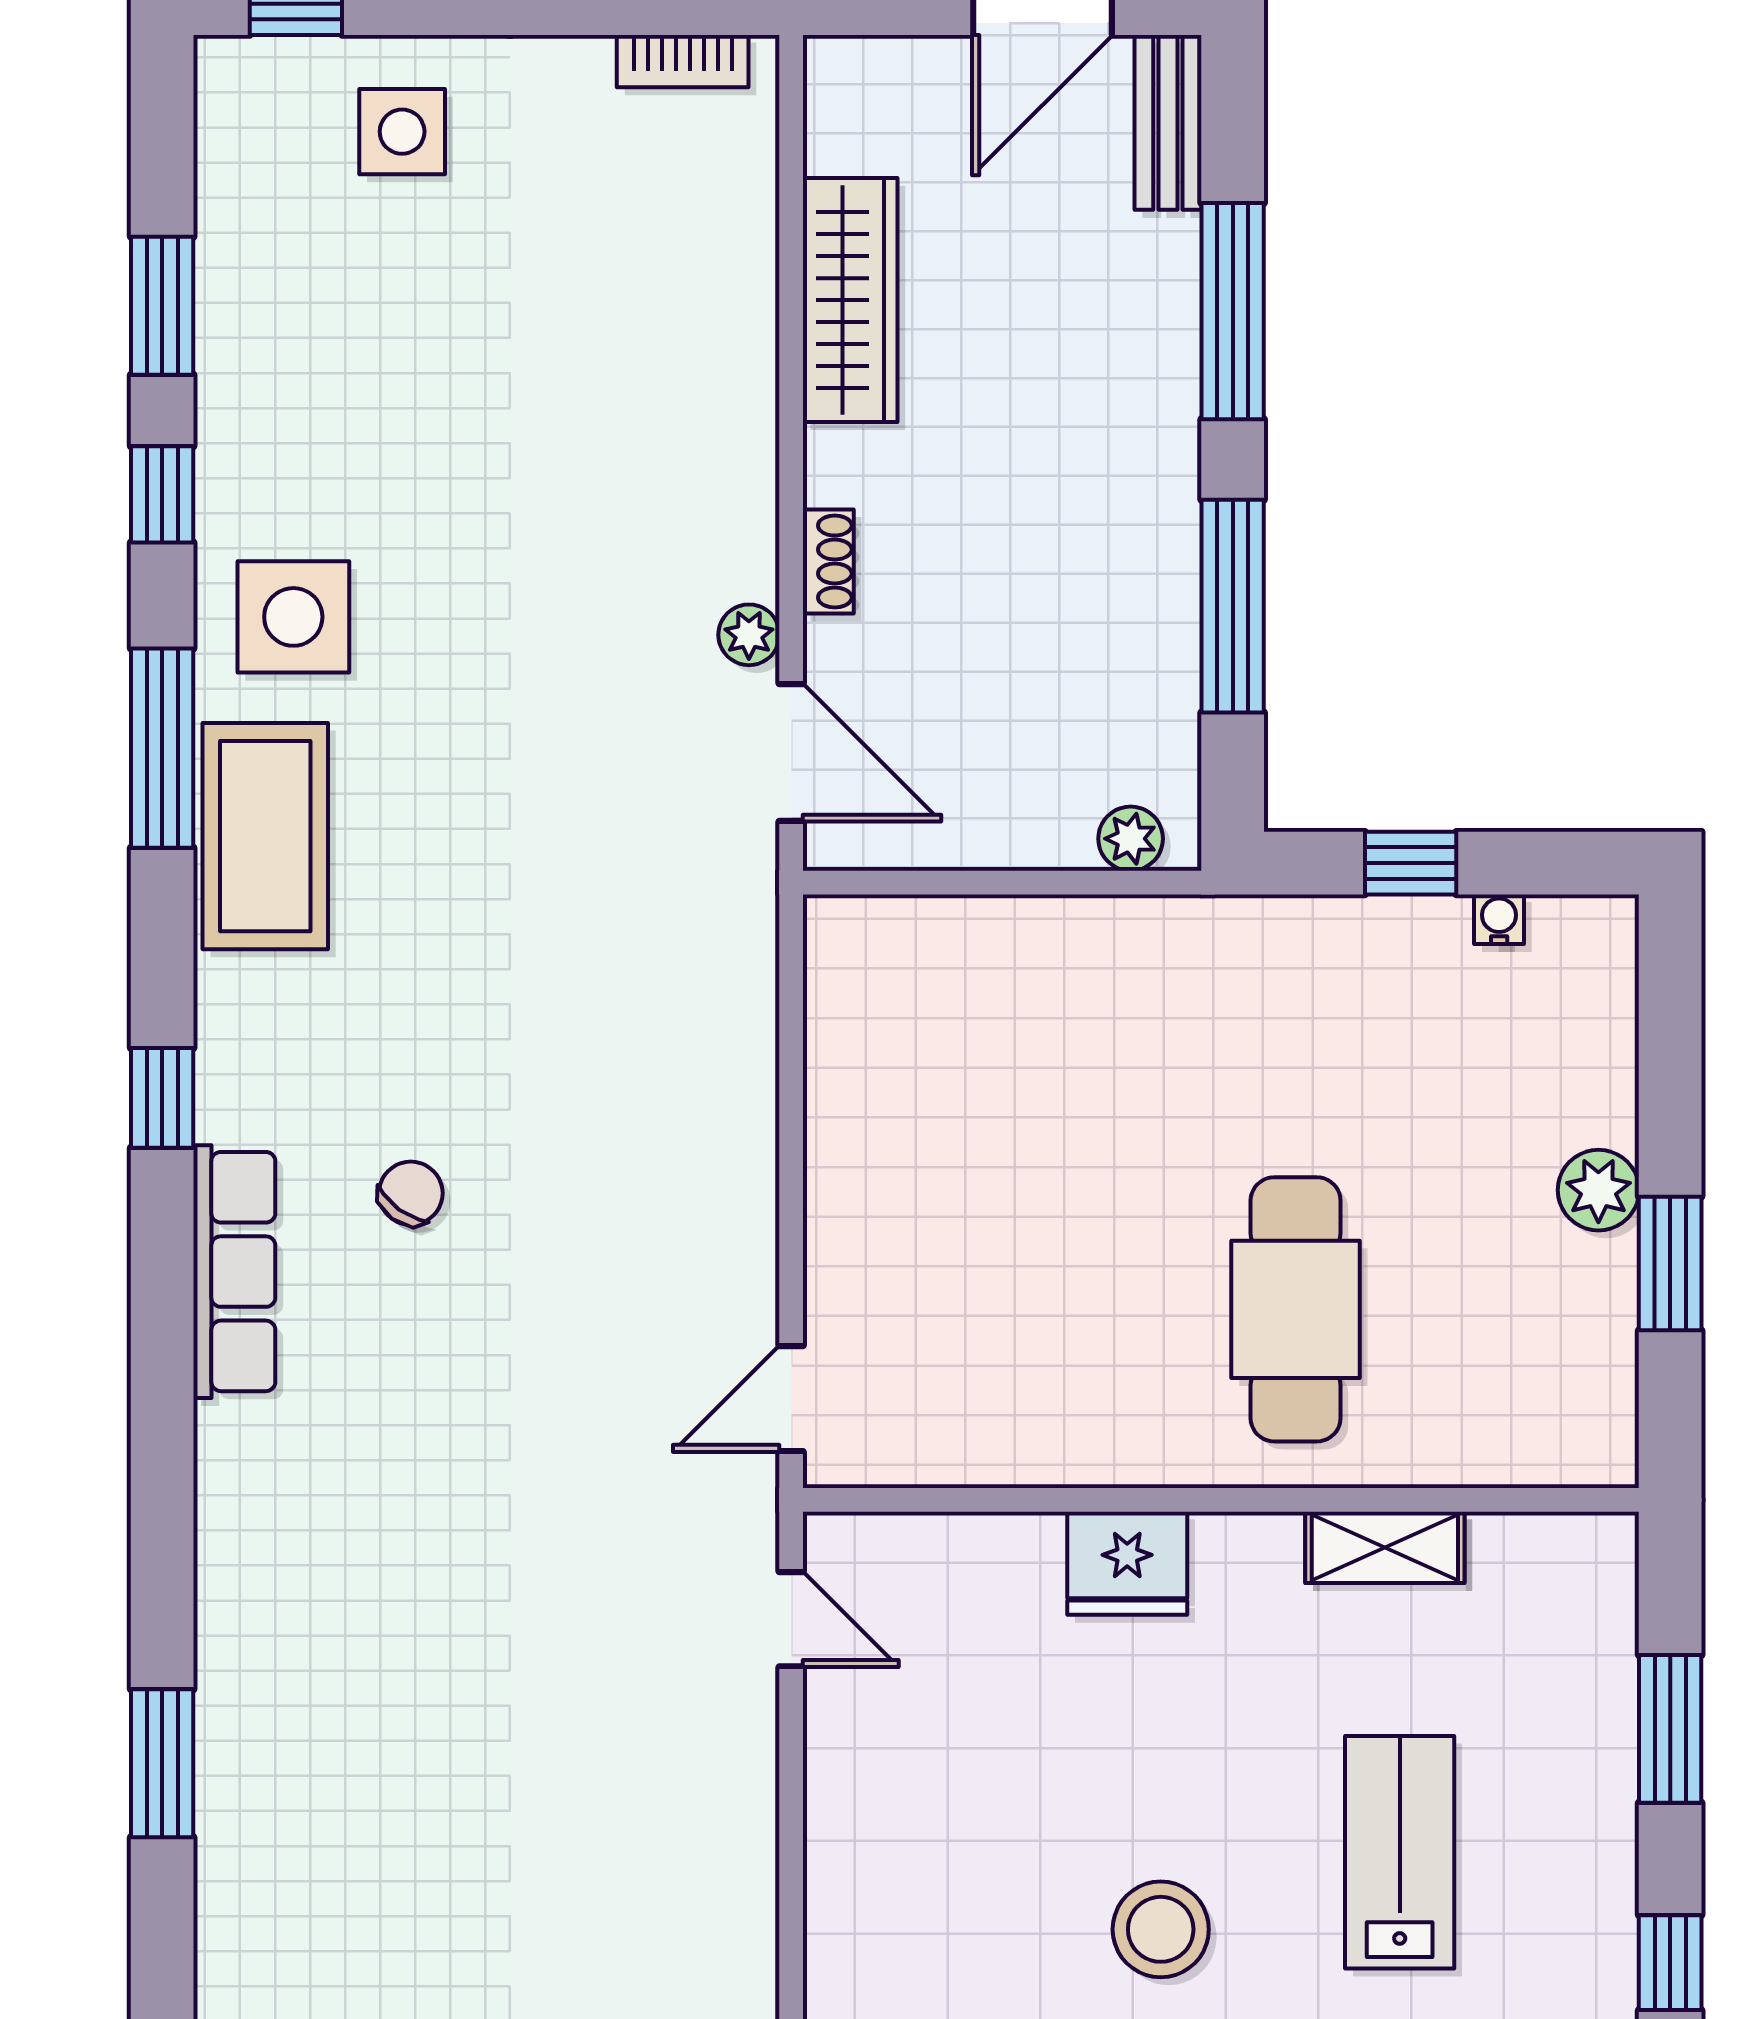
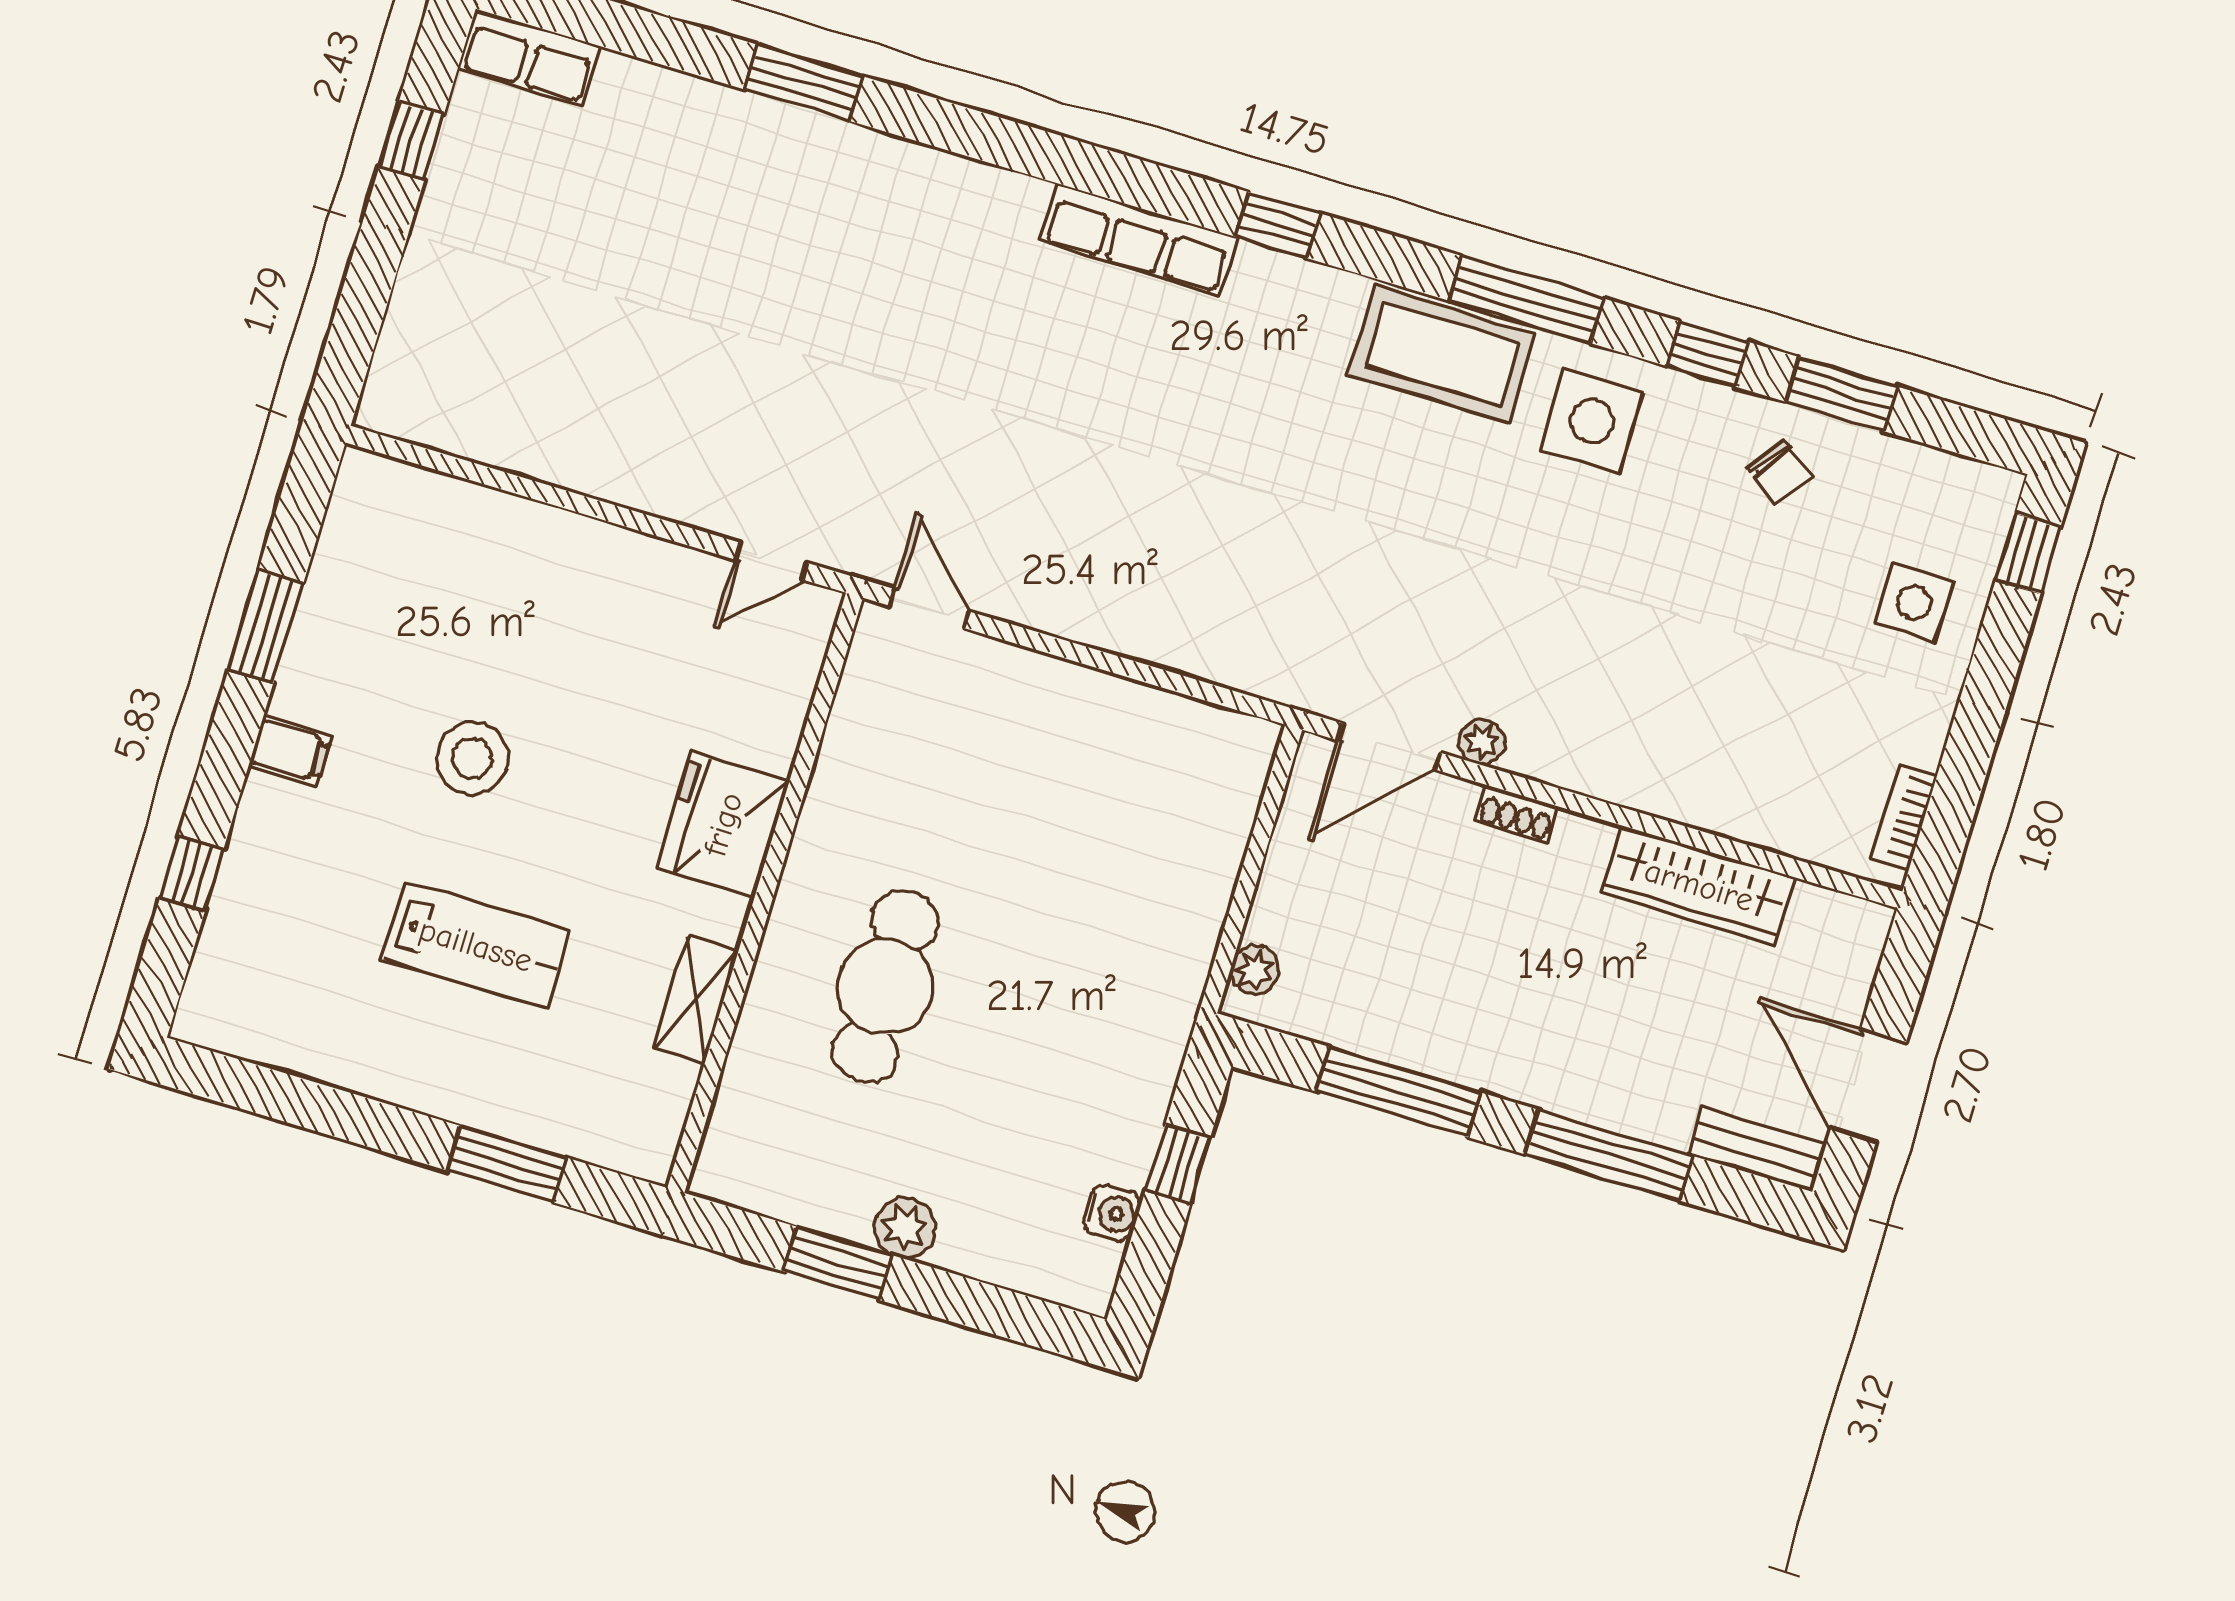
water cooler: (1499, 919) -> (1112, 1213), width x1.38, depth x1.38
chair: (411, 1193) -> (1779, 472), moved
cafe table: (1296, 1309) -> (885, 987), turned 90
fridge: (1127, 1563) -> (723, 824), width x1.36, depth x1.34
window: (1670, 1963) -> (340, 1114), removed

